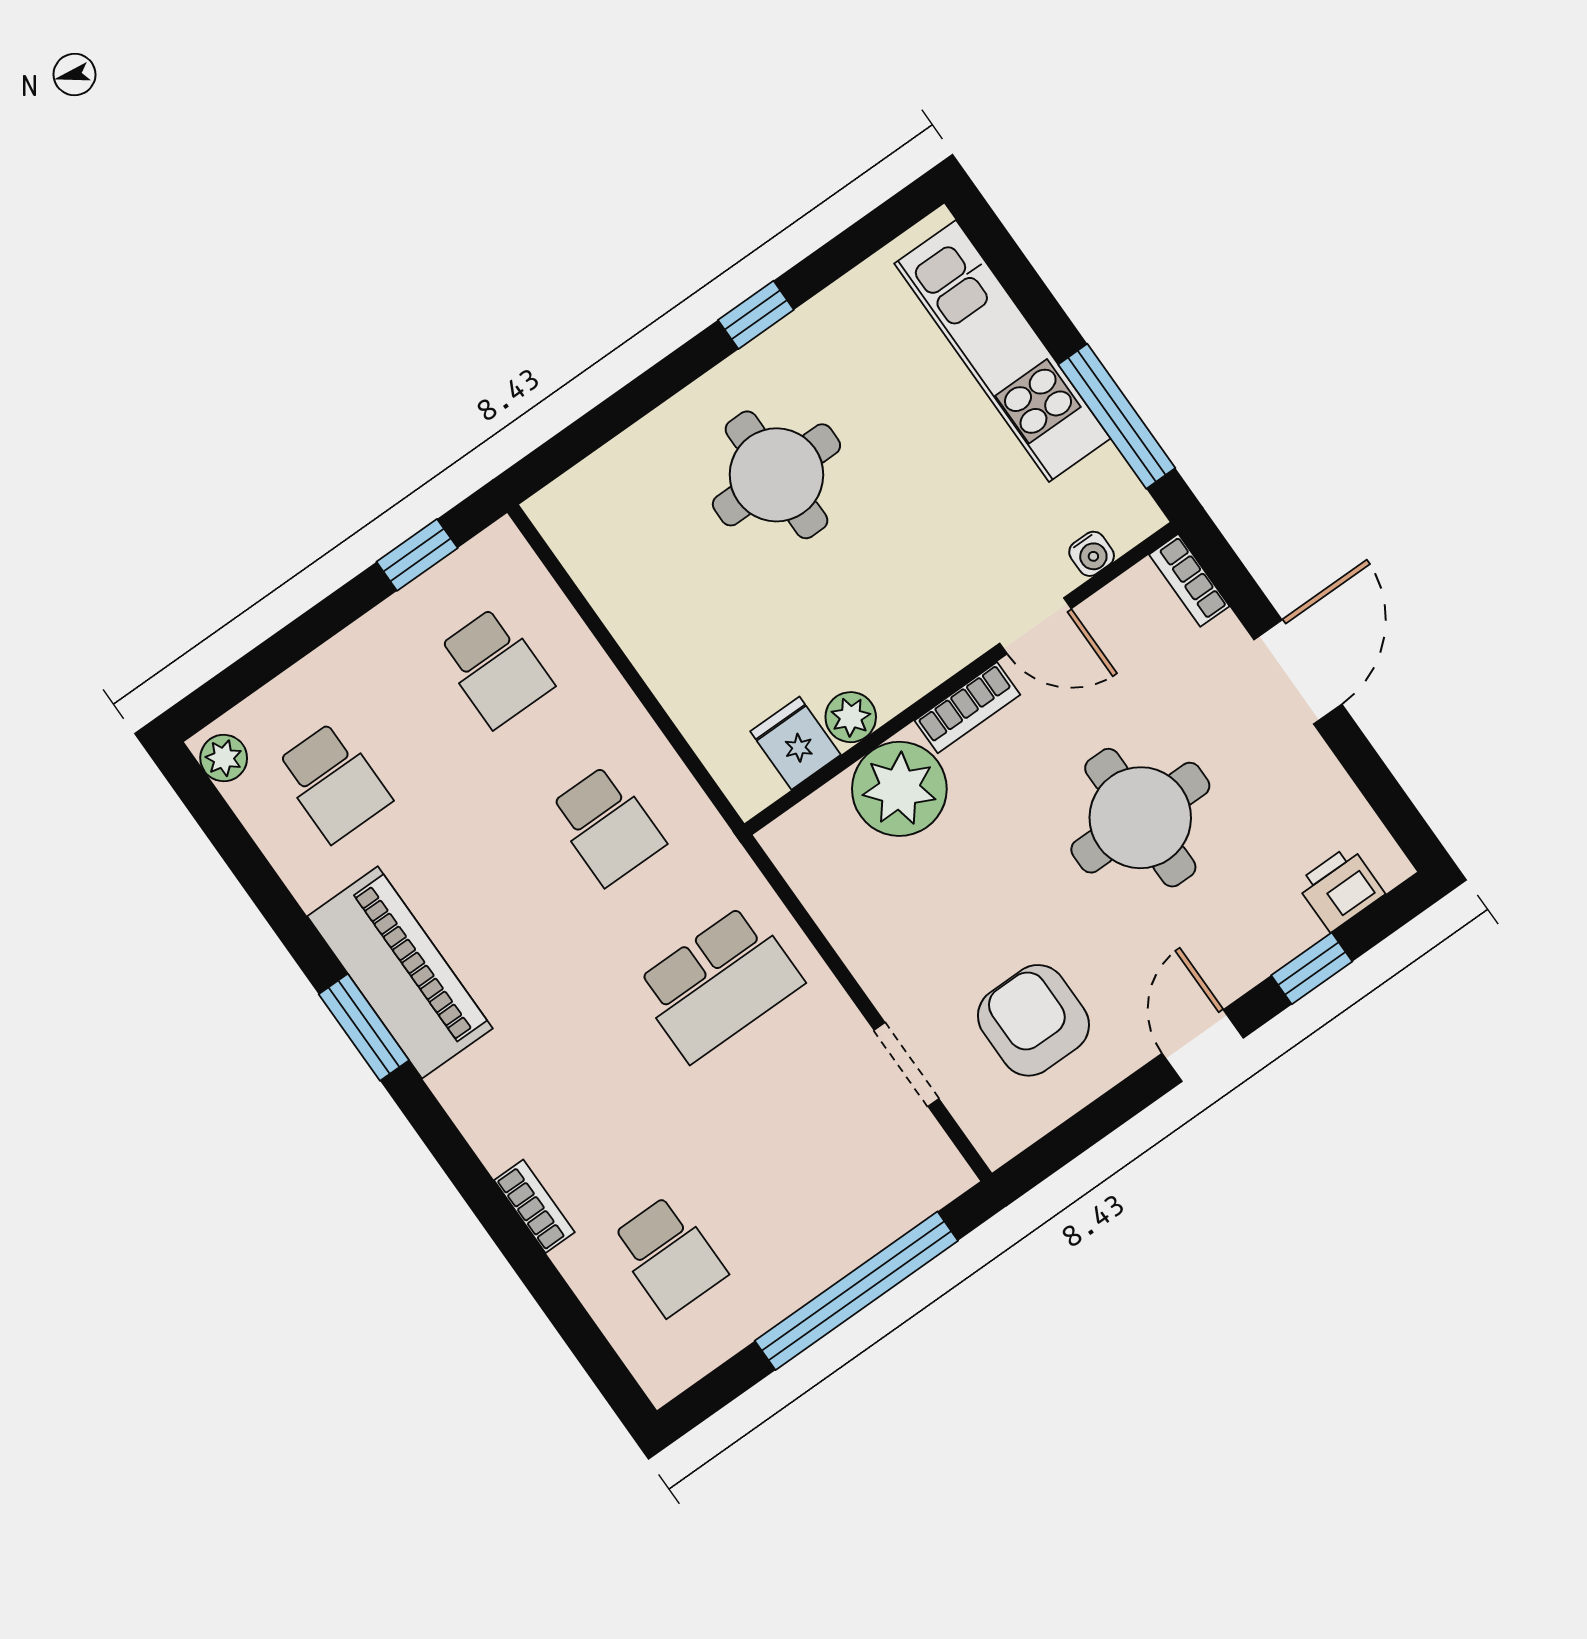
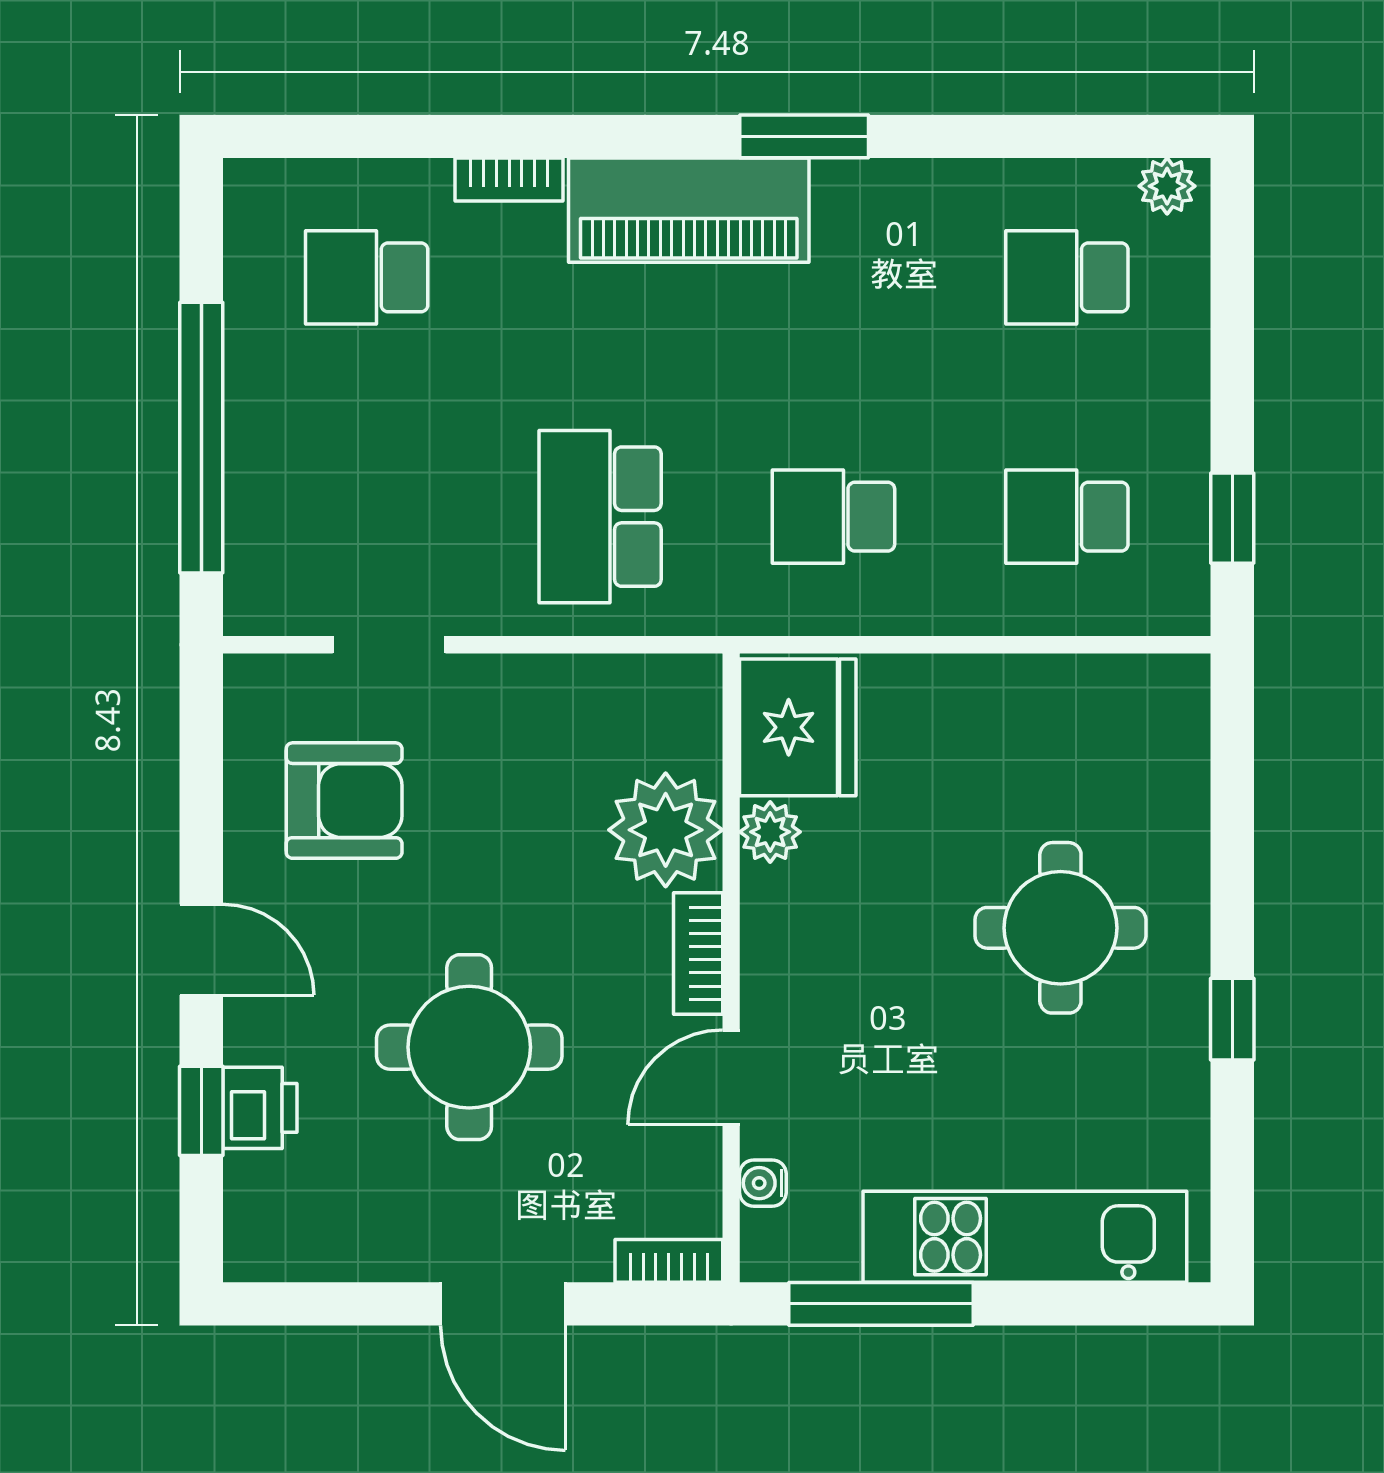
fridge: (795, 743) -> (798, 727), width x1.88, depth x1.34
printer: (1340, 889) -> (260, 1108), moved
piano: (400, 972) -> (689, 210), moved

